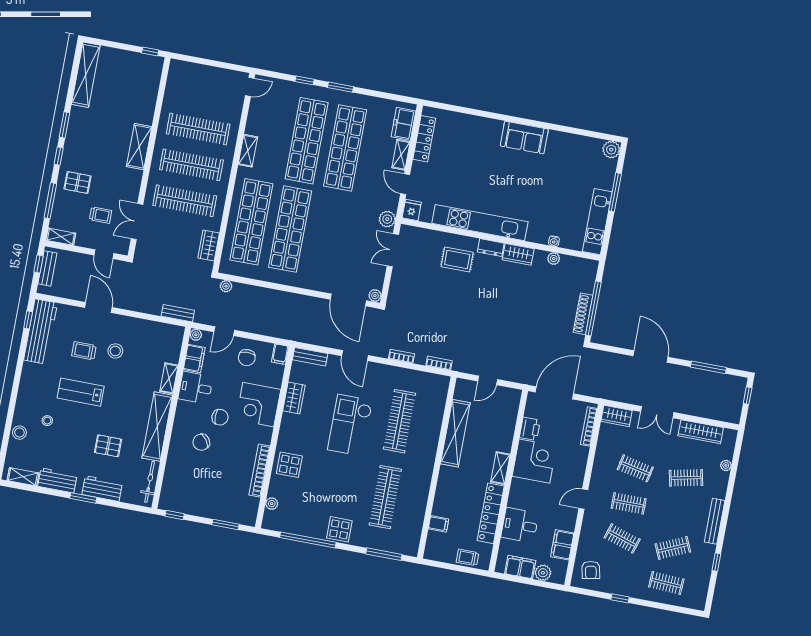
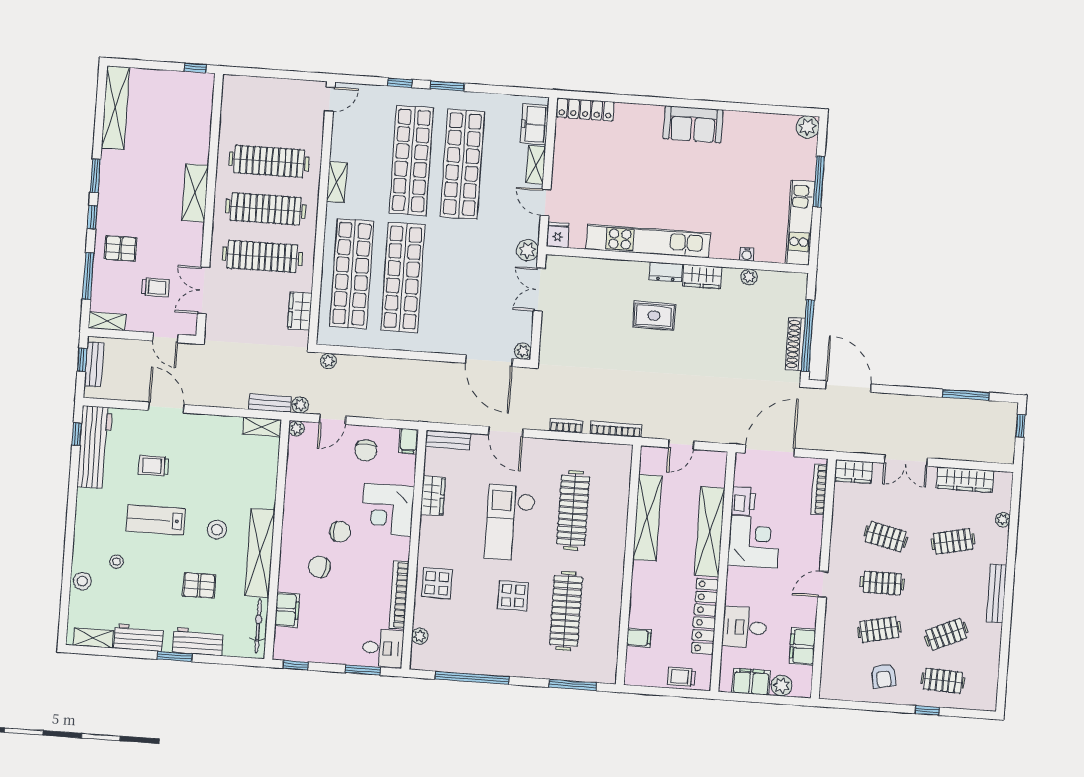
locker: (424, 139) -> (585, 109), moved, turned 90
rug: (457, 260) -> (654, 316), moved
plant: (201, 317) -> (300, 405), added
stool: (115, 351) -> (217, 530), moved
door: (651, 356) -> (848, 386), moved
filing cabinet: (194, 358) -> (287, 610), moved
bookcase: (439, 363) -> (616, 429), width x1.56
shelving: (169, 378) -> (262, 427), moved, turned 90
desk: (196, 388) -> (383, 648), moved, turned 180
chair: (201, 442) -> (319, 567), turned 47
shelving: (500, 468) -> (710, 532), width x2.20, depth x1.33
display table: (339, 529) -> (513, 596), moved
clothes rail: (622, 538) -> (879, 629), turned -30
window: (716, 562) -> (1005, 646), removed
armchair: (591, 570) -> (883, 676), moved
window: (620, 598) -> (927, 710), moved

